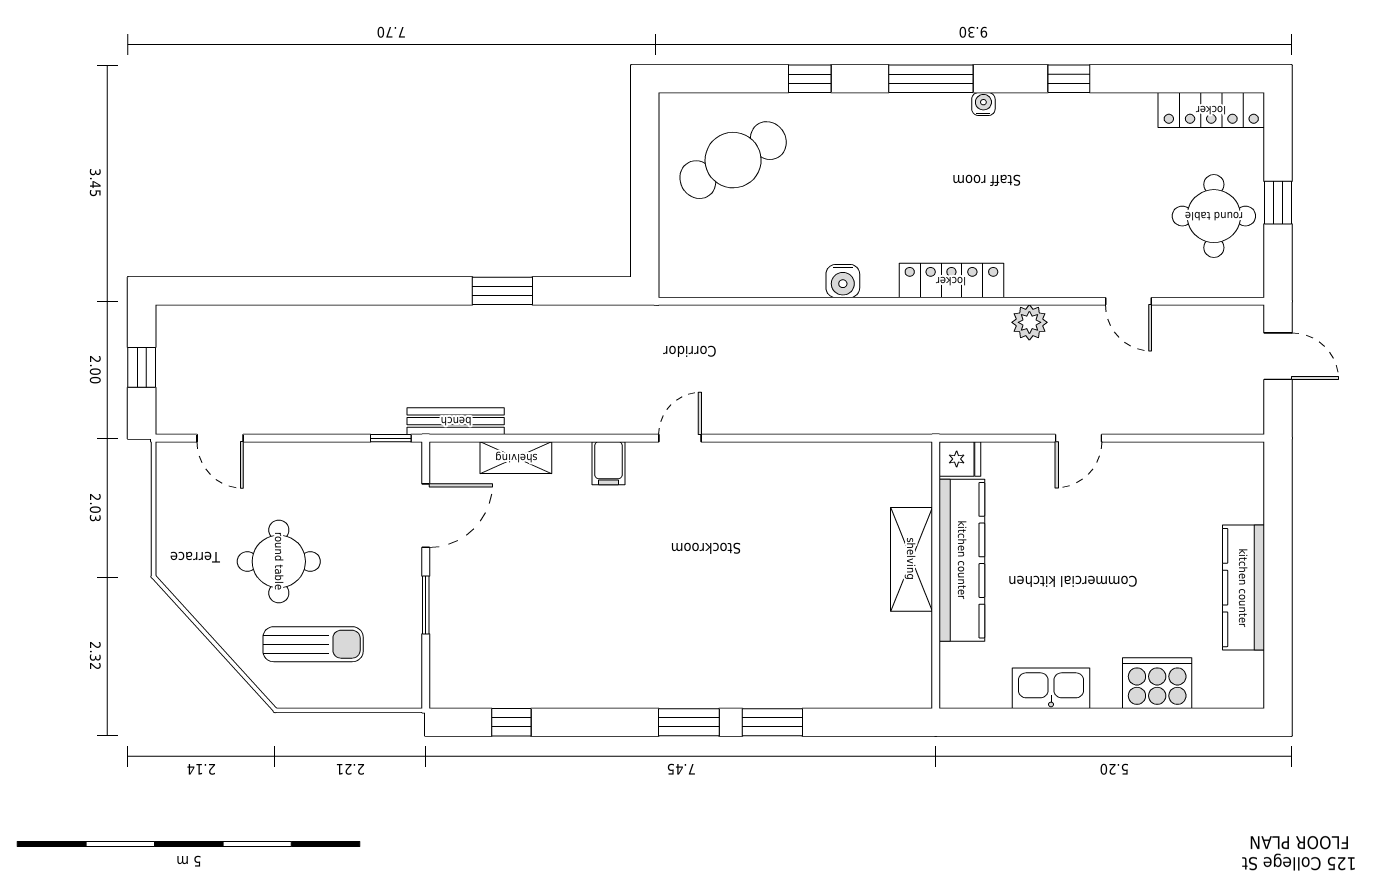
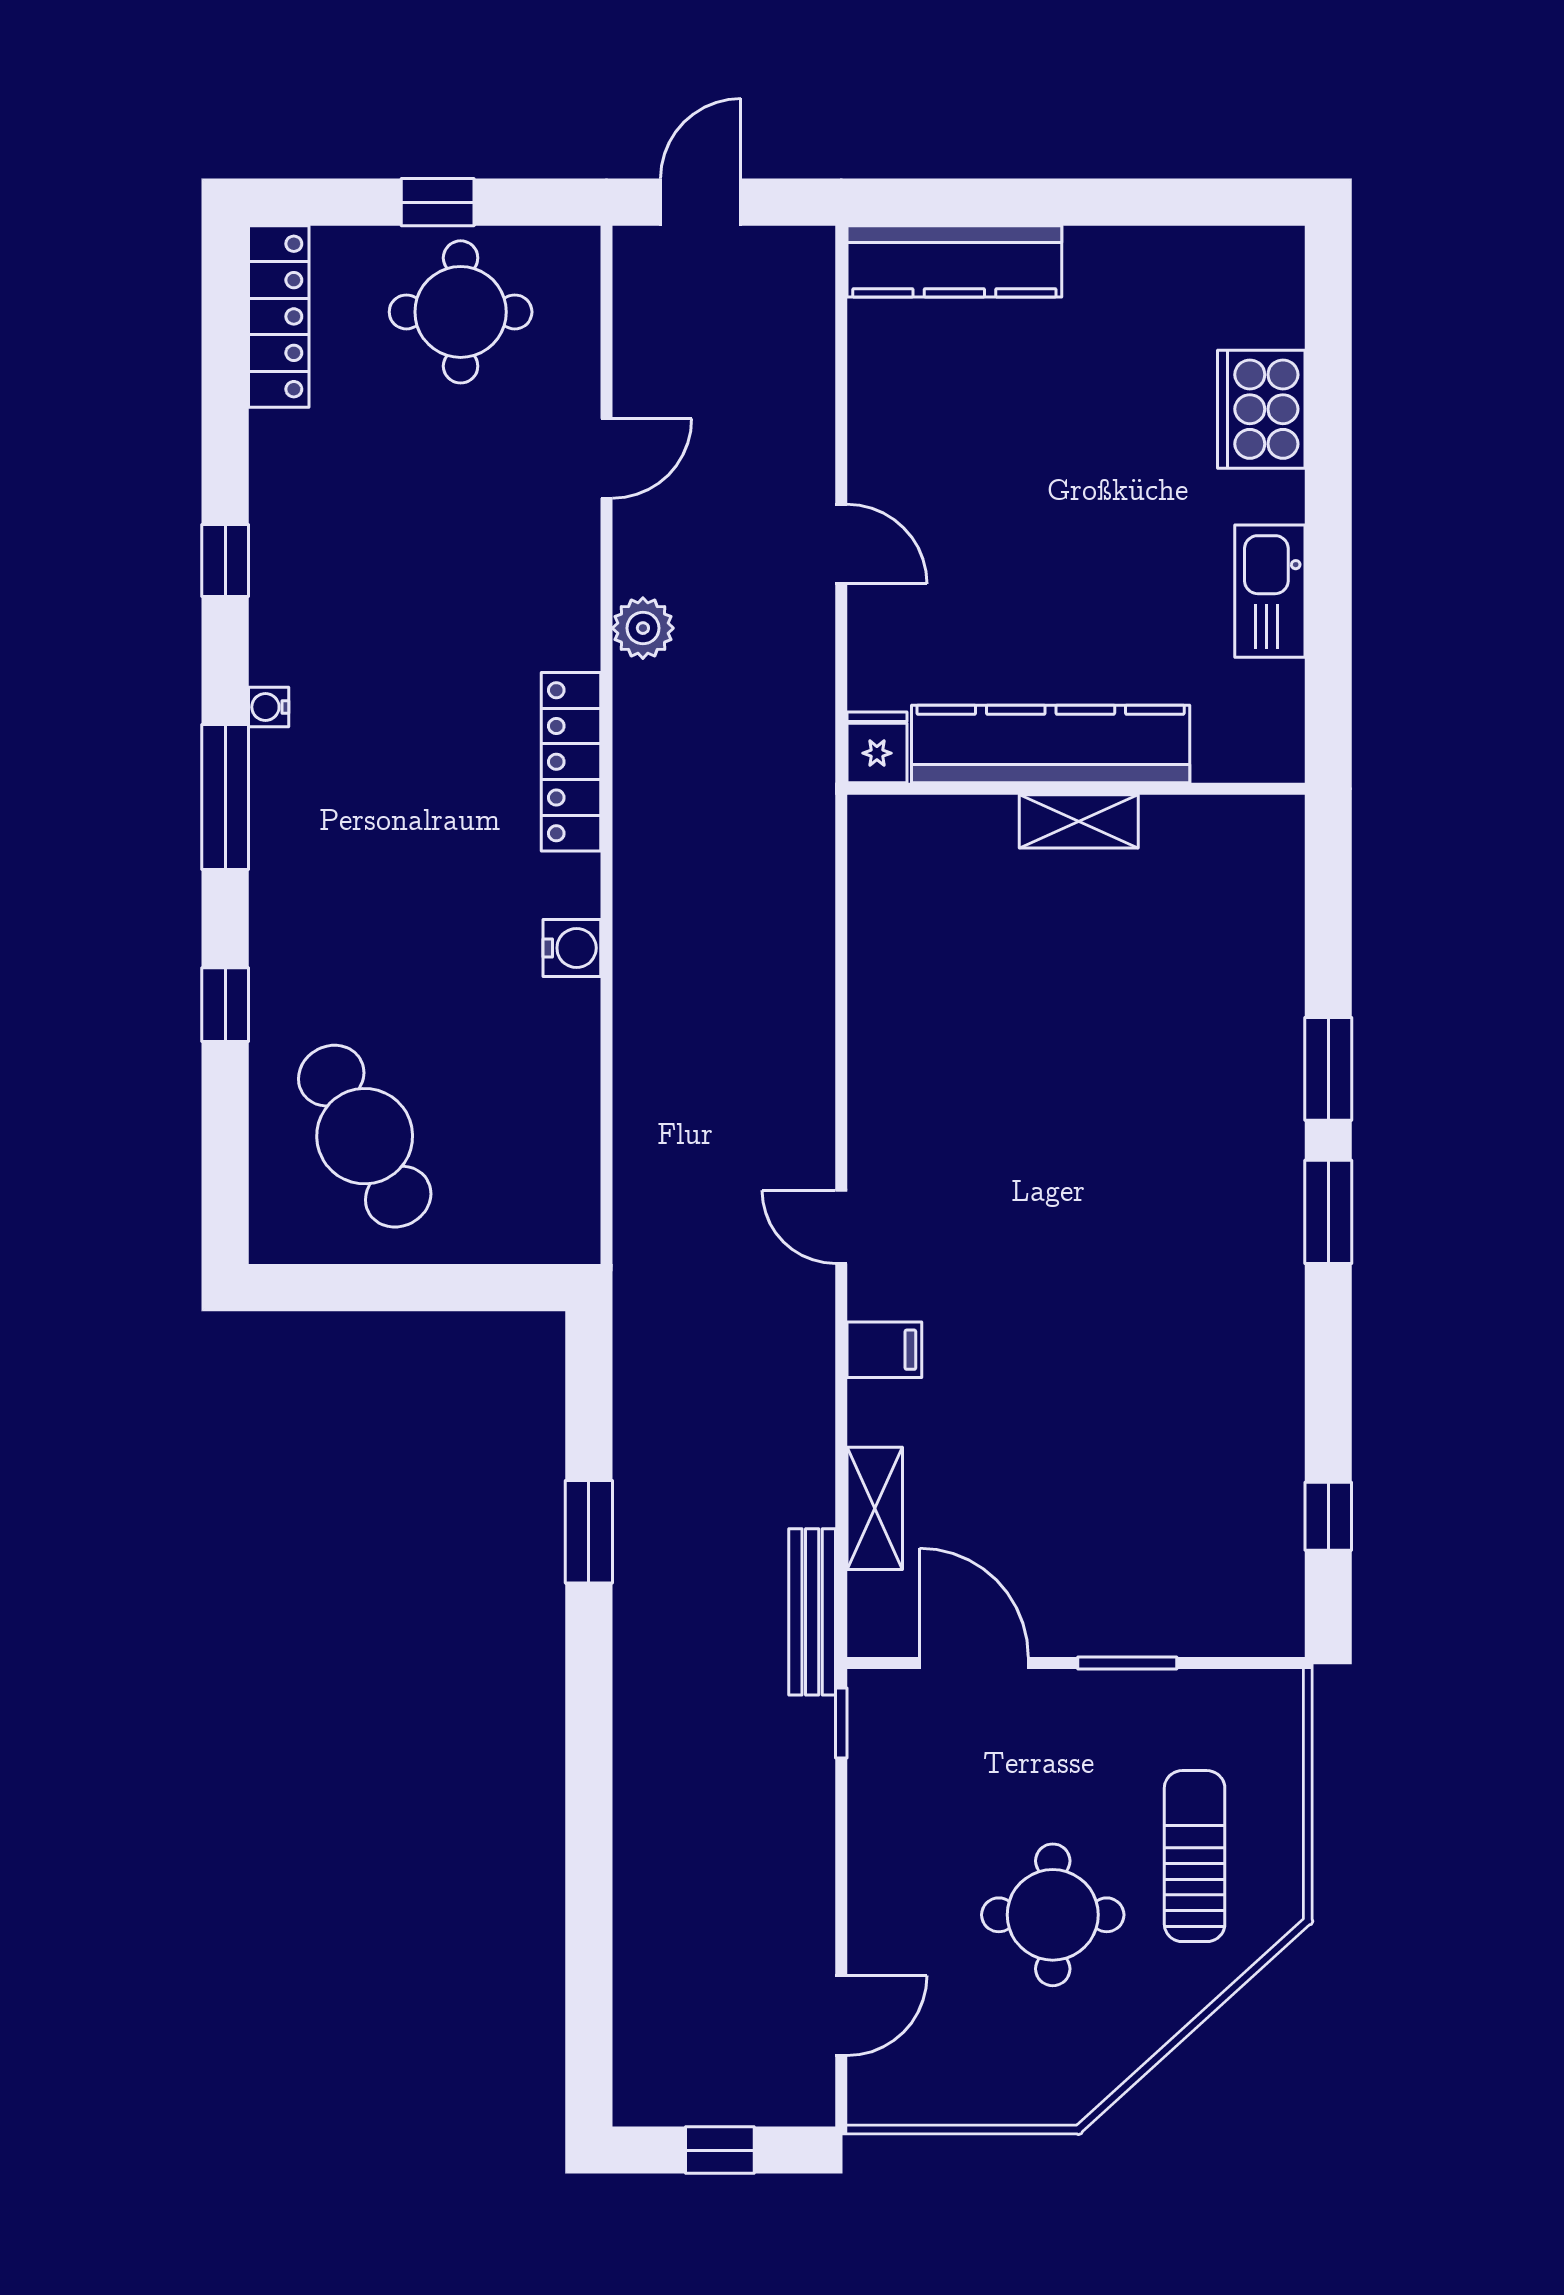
shelving: (911, 559) -> (1079, 821), width x0.67, depth x0.75
kitchen counter: (1243, 588) -> (954, 261), moved

